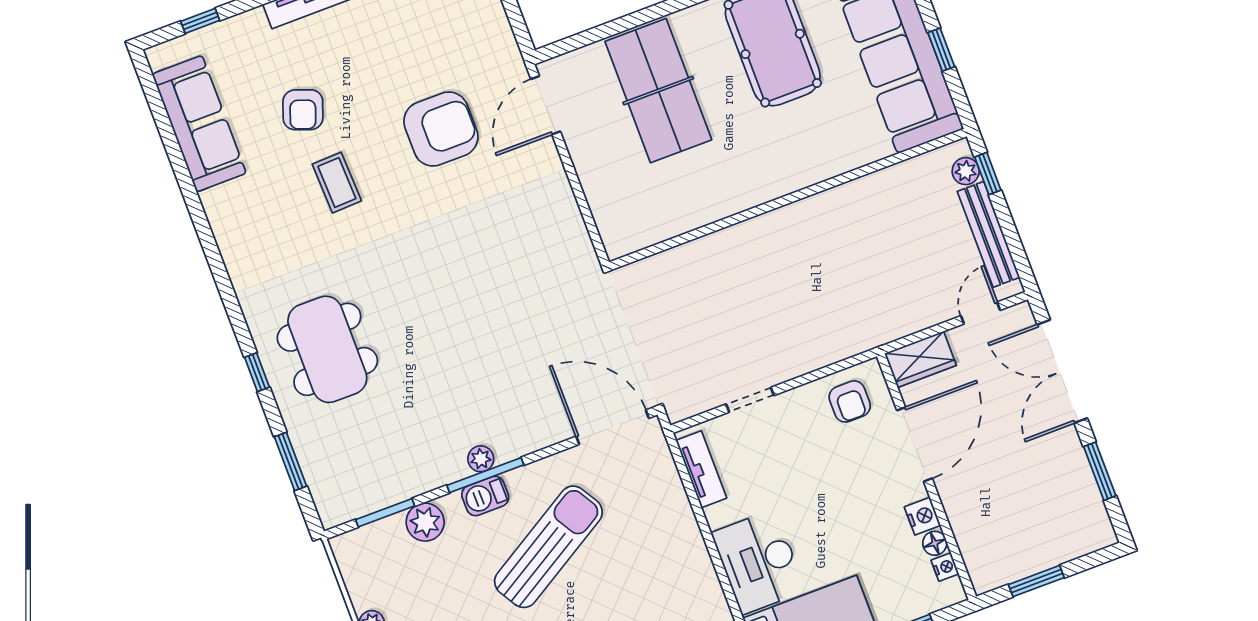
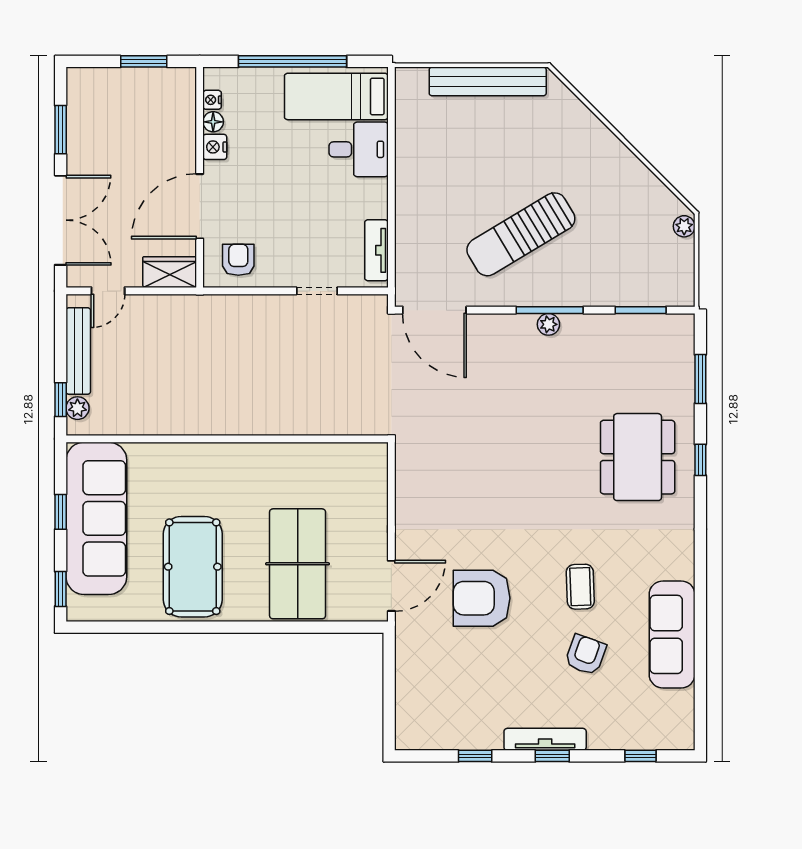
sofa: (199, 124) -> (672, 634), moved
barbecue: (485, 496) -> (556, 294), removed
plant: (425, 522) -> (611, 291), removed
desk: (759, 562) -> (359, 149), width x0.73

